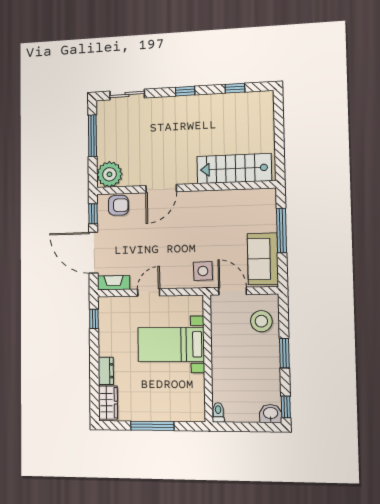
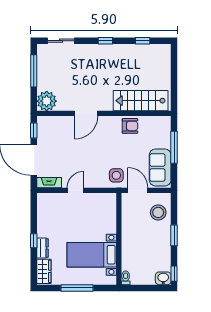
armchair: (118, 205) -> (130, 126), moved
window: (94, 319) -> (34, 241), moved
bed with nightstands: (171, 344) -> (92, 255), moved

